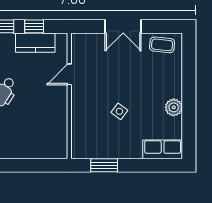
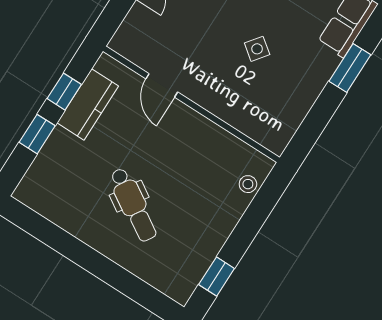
stool: (47, 151) -> (248, 184), added
window: (104, 165) -> (350, 68), moved

